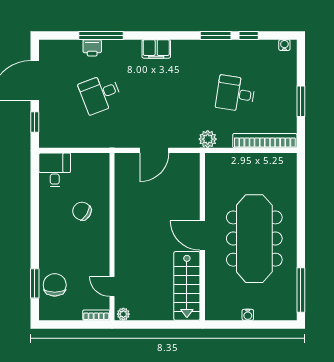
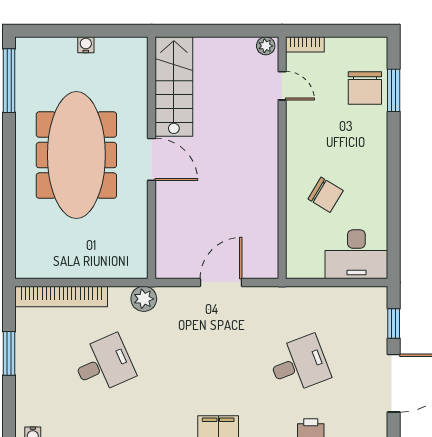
desk: (235, 94) -> (104, 364), turned -33
desk: (55, 170) -> (356, 254), width x1.37

